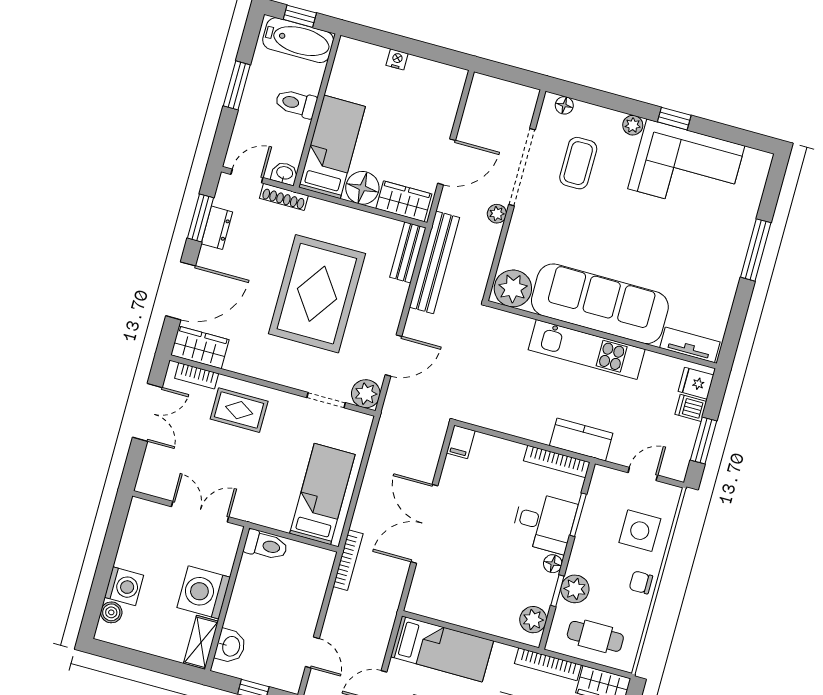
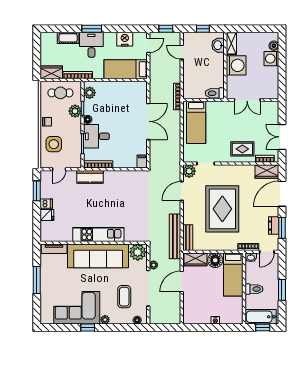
plant: (513, 288) -> (138, 252), moved
sofa: (600, 304) -> (98, 256), moved
wall: (602, 335) -> (94, 243), moved
tv unit: (690, 345) -> (54, 249), moved
kitchen unit: (587, 349) -> (98, 234), moved

